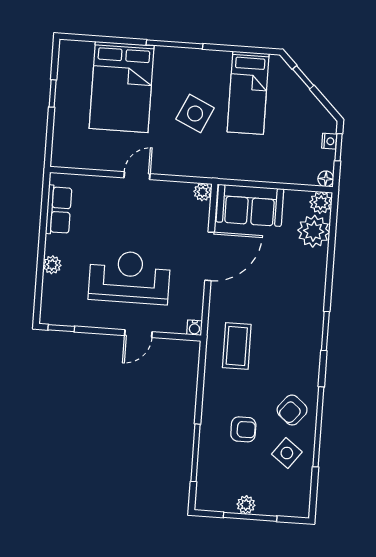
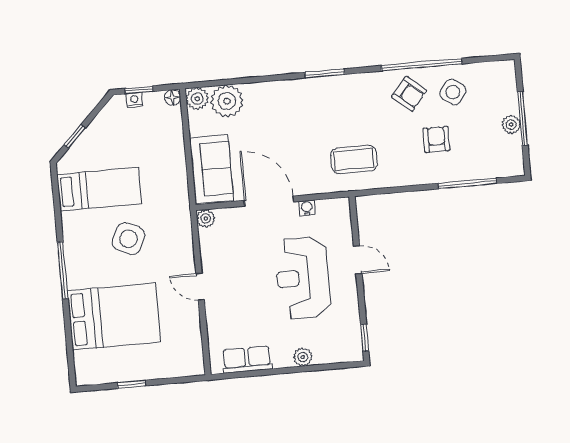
water cooler: (194, 328) -> (307, 208), moved, turned -90

